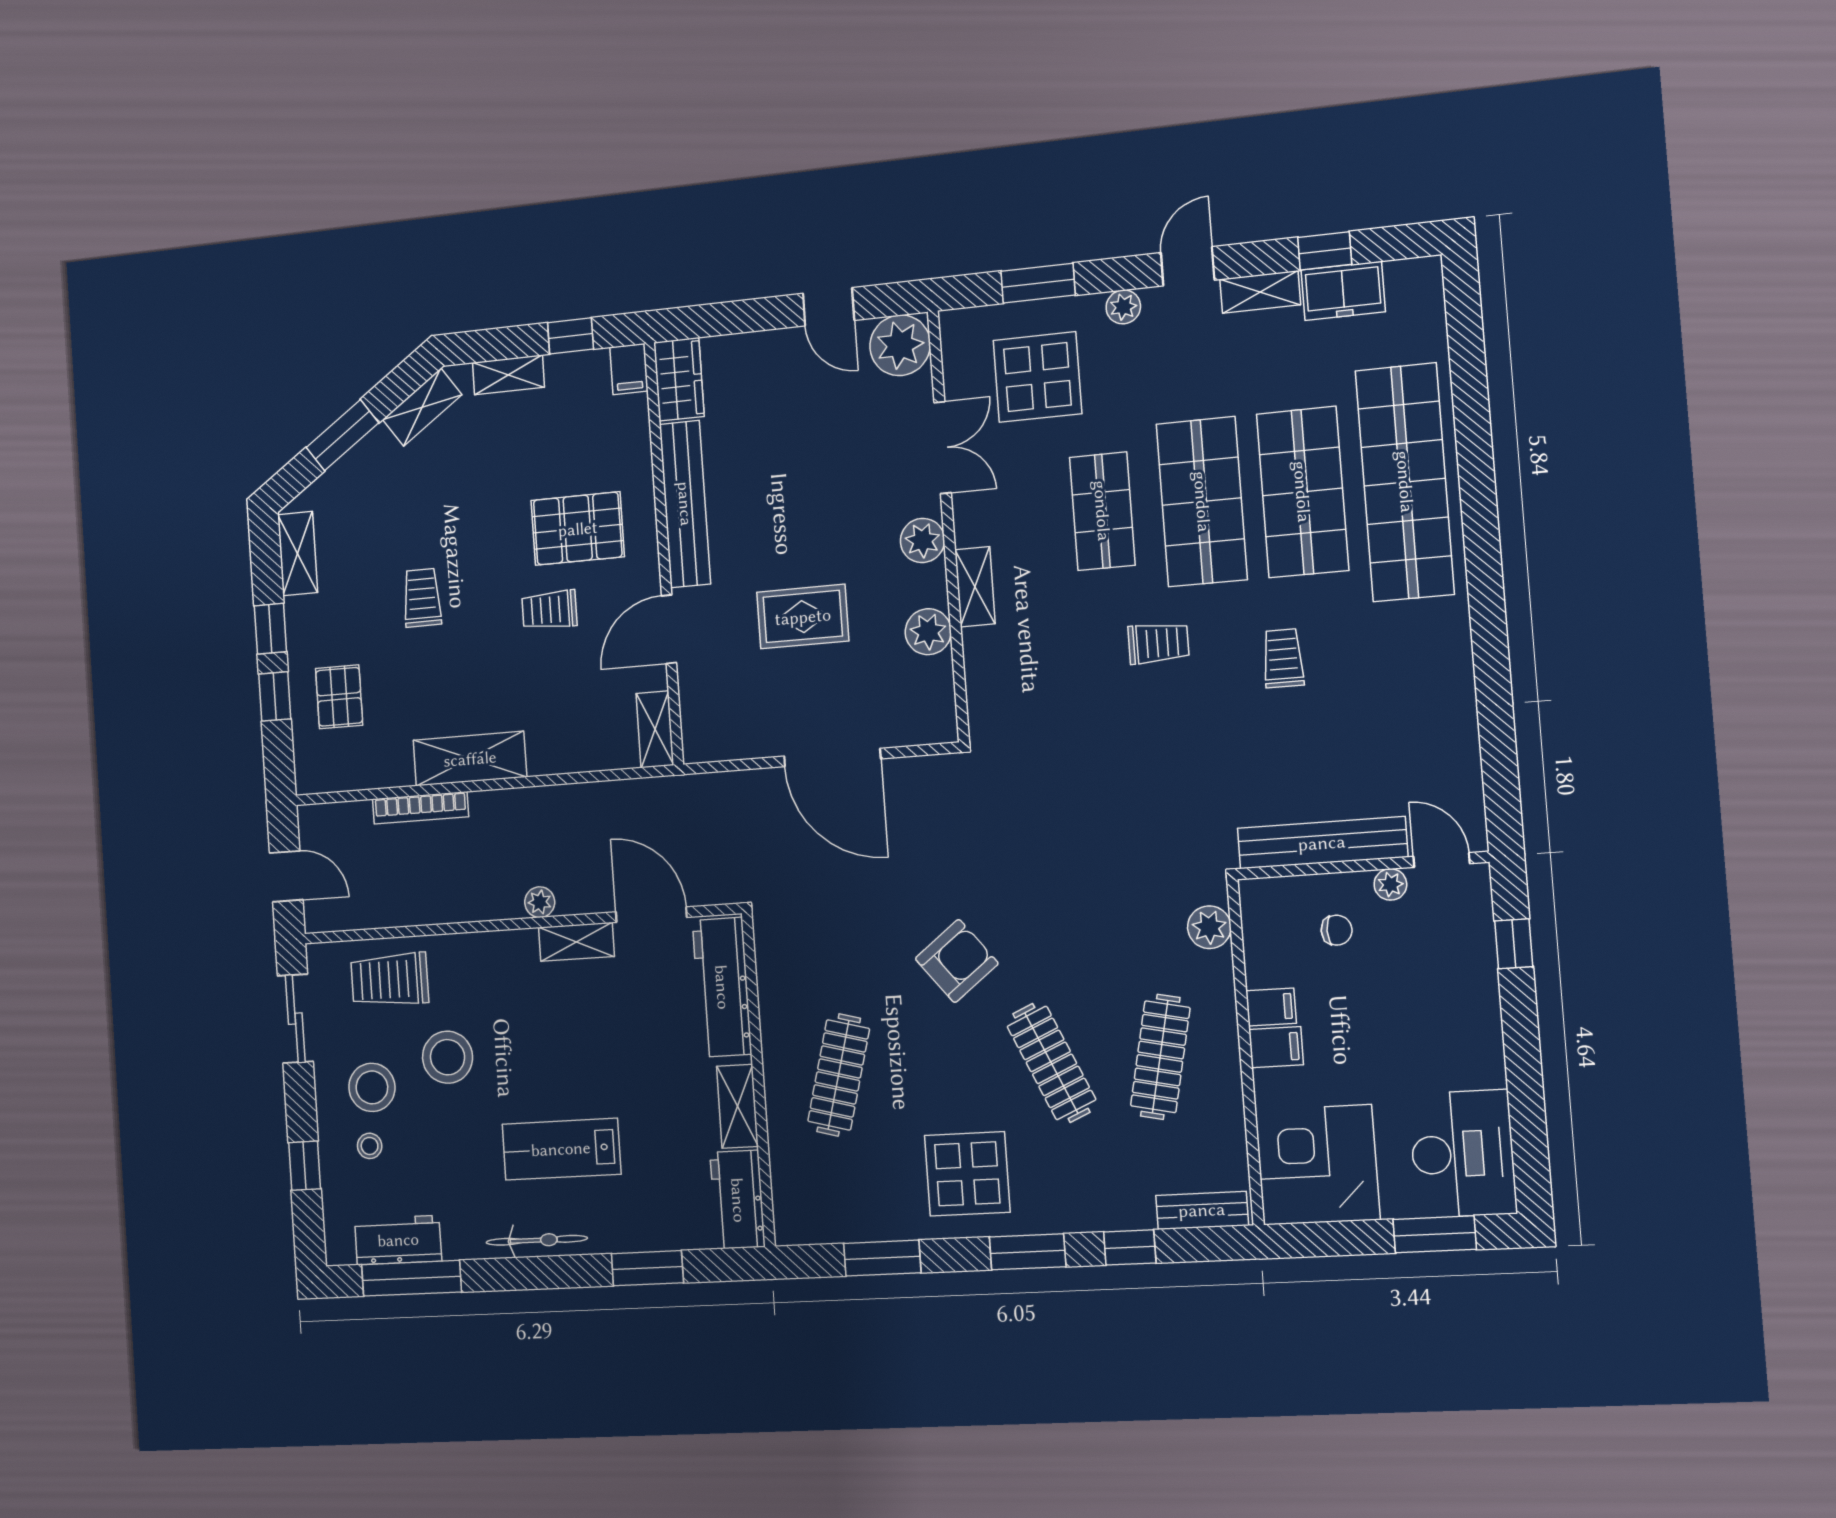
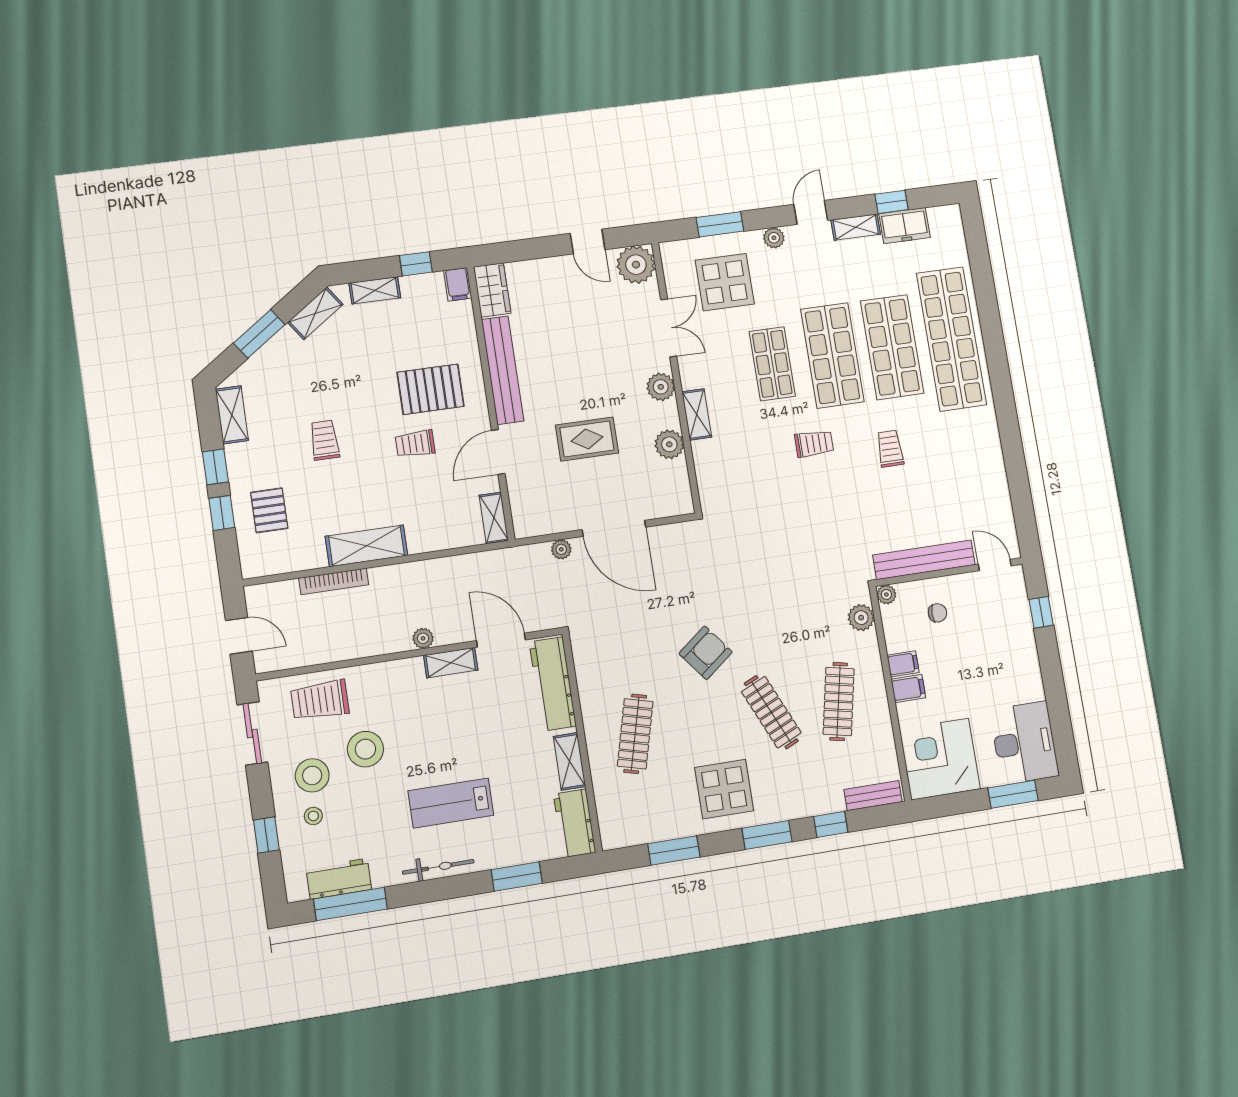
plant: (751, 784) -> (561, 549), added
plant: (1390, 884) -> (886, 594), moved

